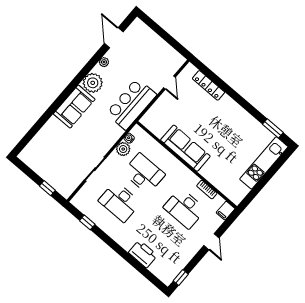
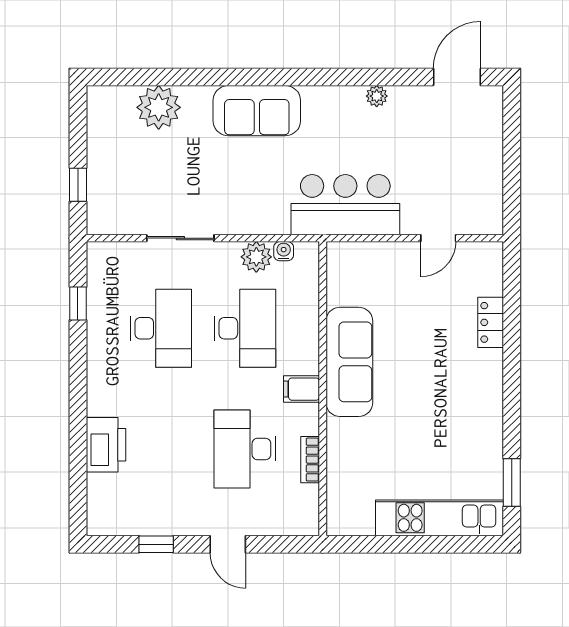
door: (114, 38) -> (457, 77), moved
plant: (93, 83) -> (159, 107), moved
locker: (209, 85) -> (491, 322), width x0.66
desk: (120, 202) -> (161, 328), turned 180
filing cabinet: (226, 211) -> (301, 389), moved
door: (212, 242) -> (228, 544), hinge flipped
window: (181, 277) -> (156, 544), moved

